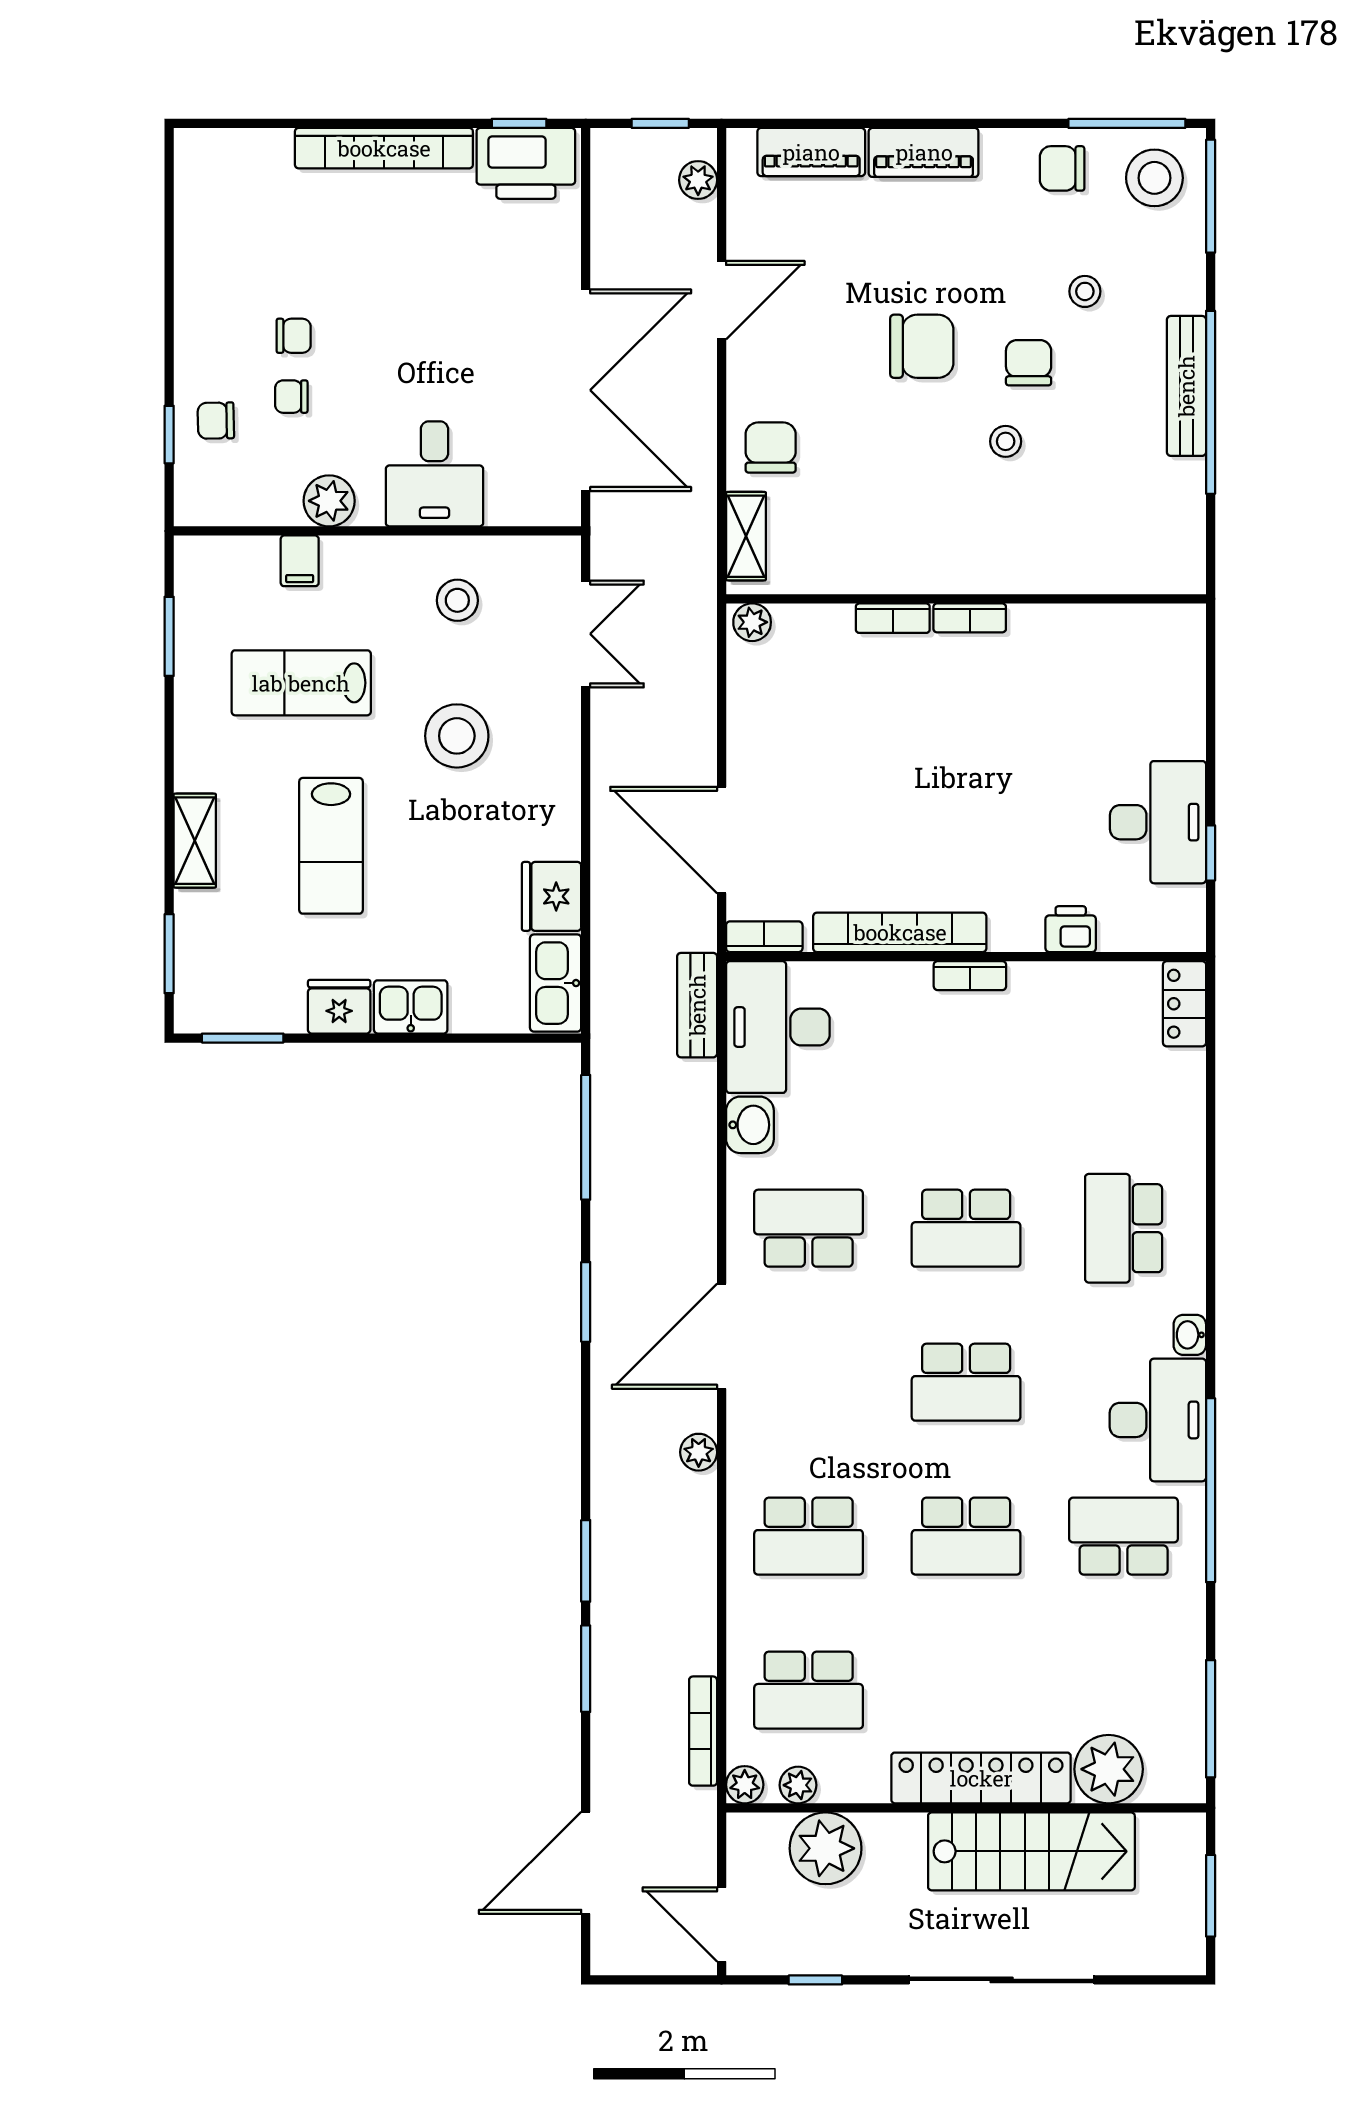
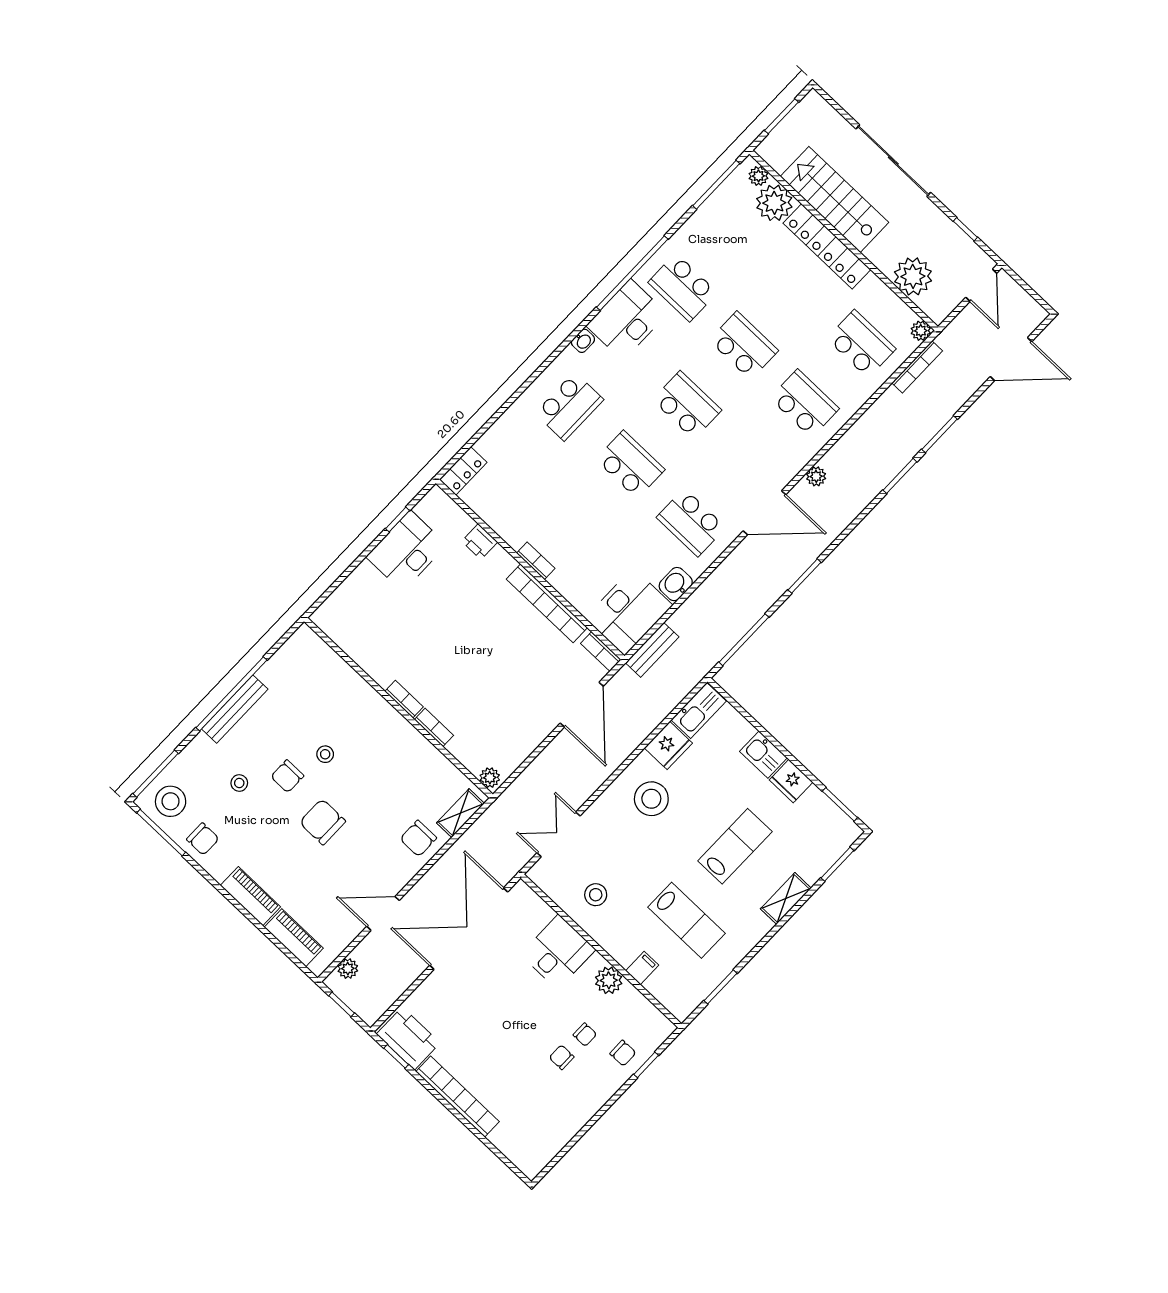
stool: (457, 736) -> (651, 799), moved
plant: (798, 1785) -> (758, 176), moved

